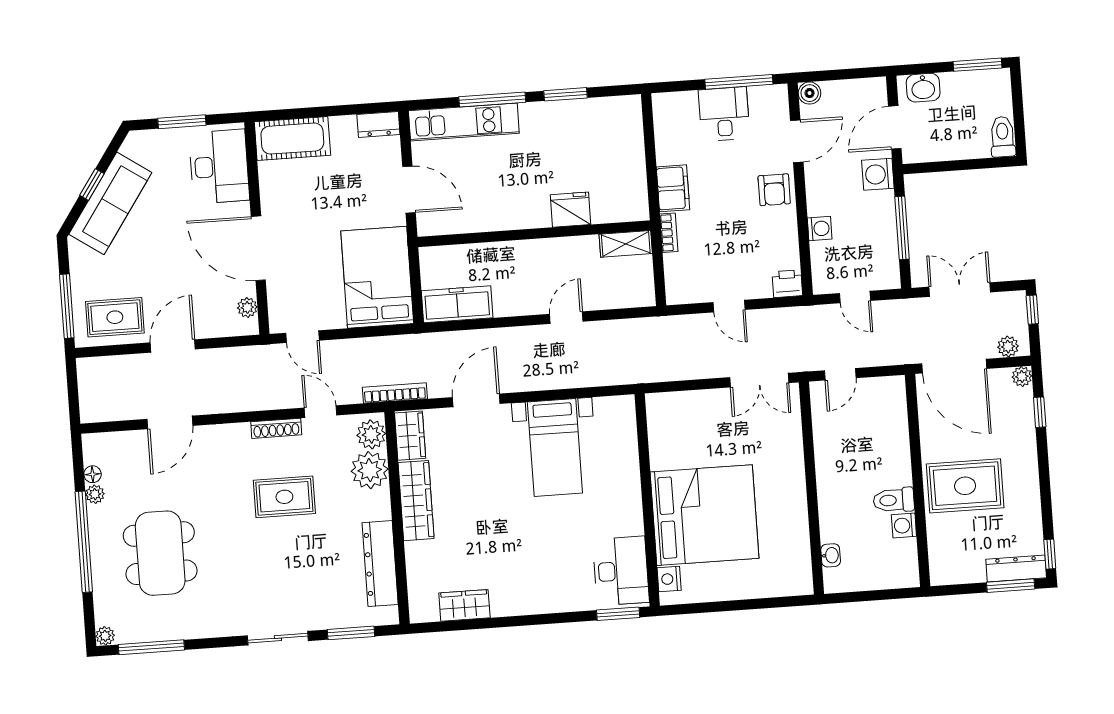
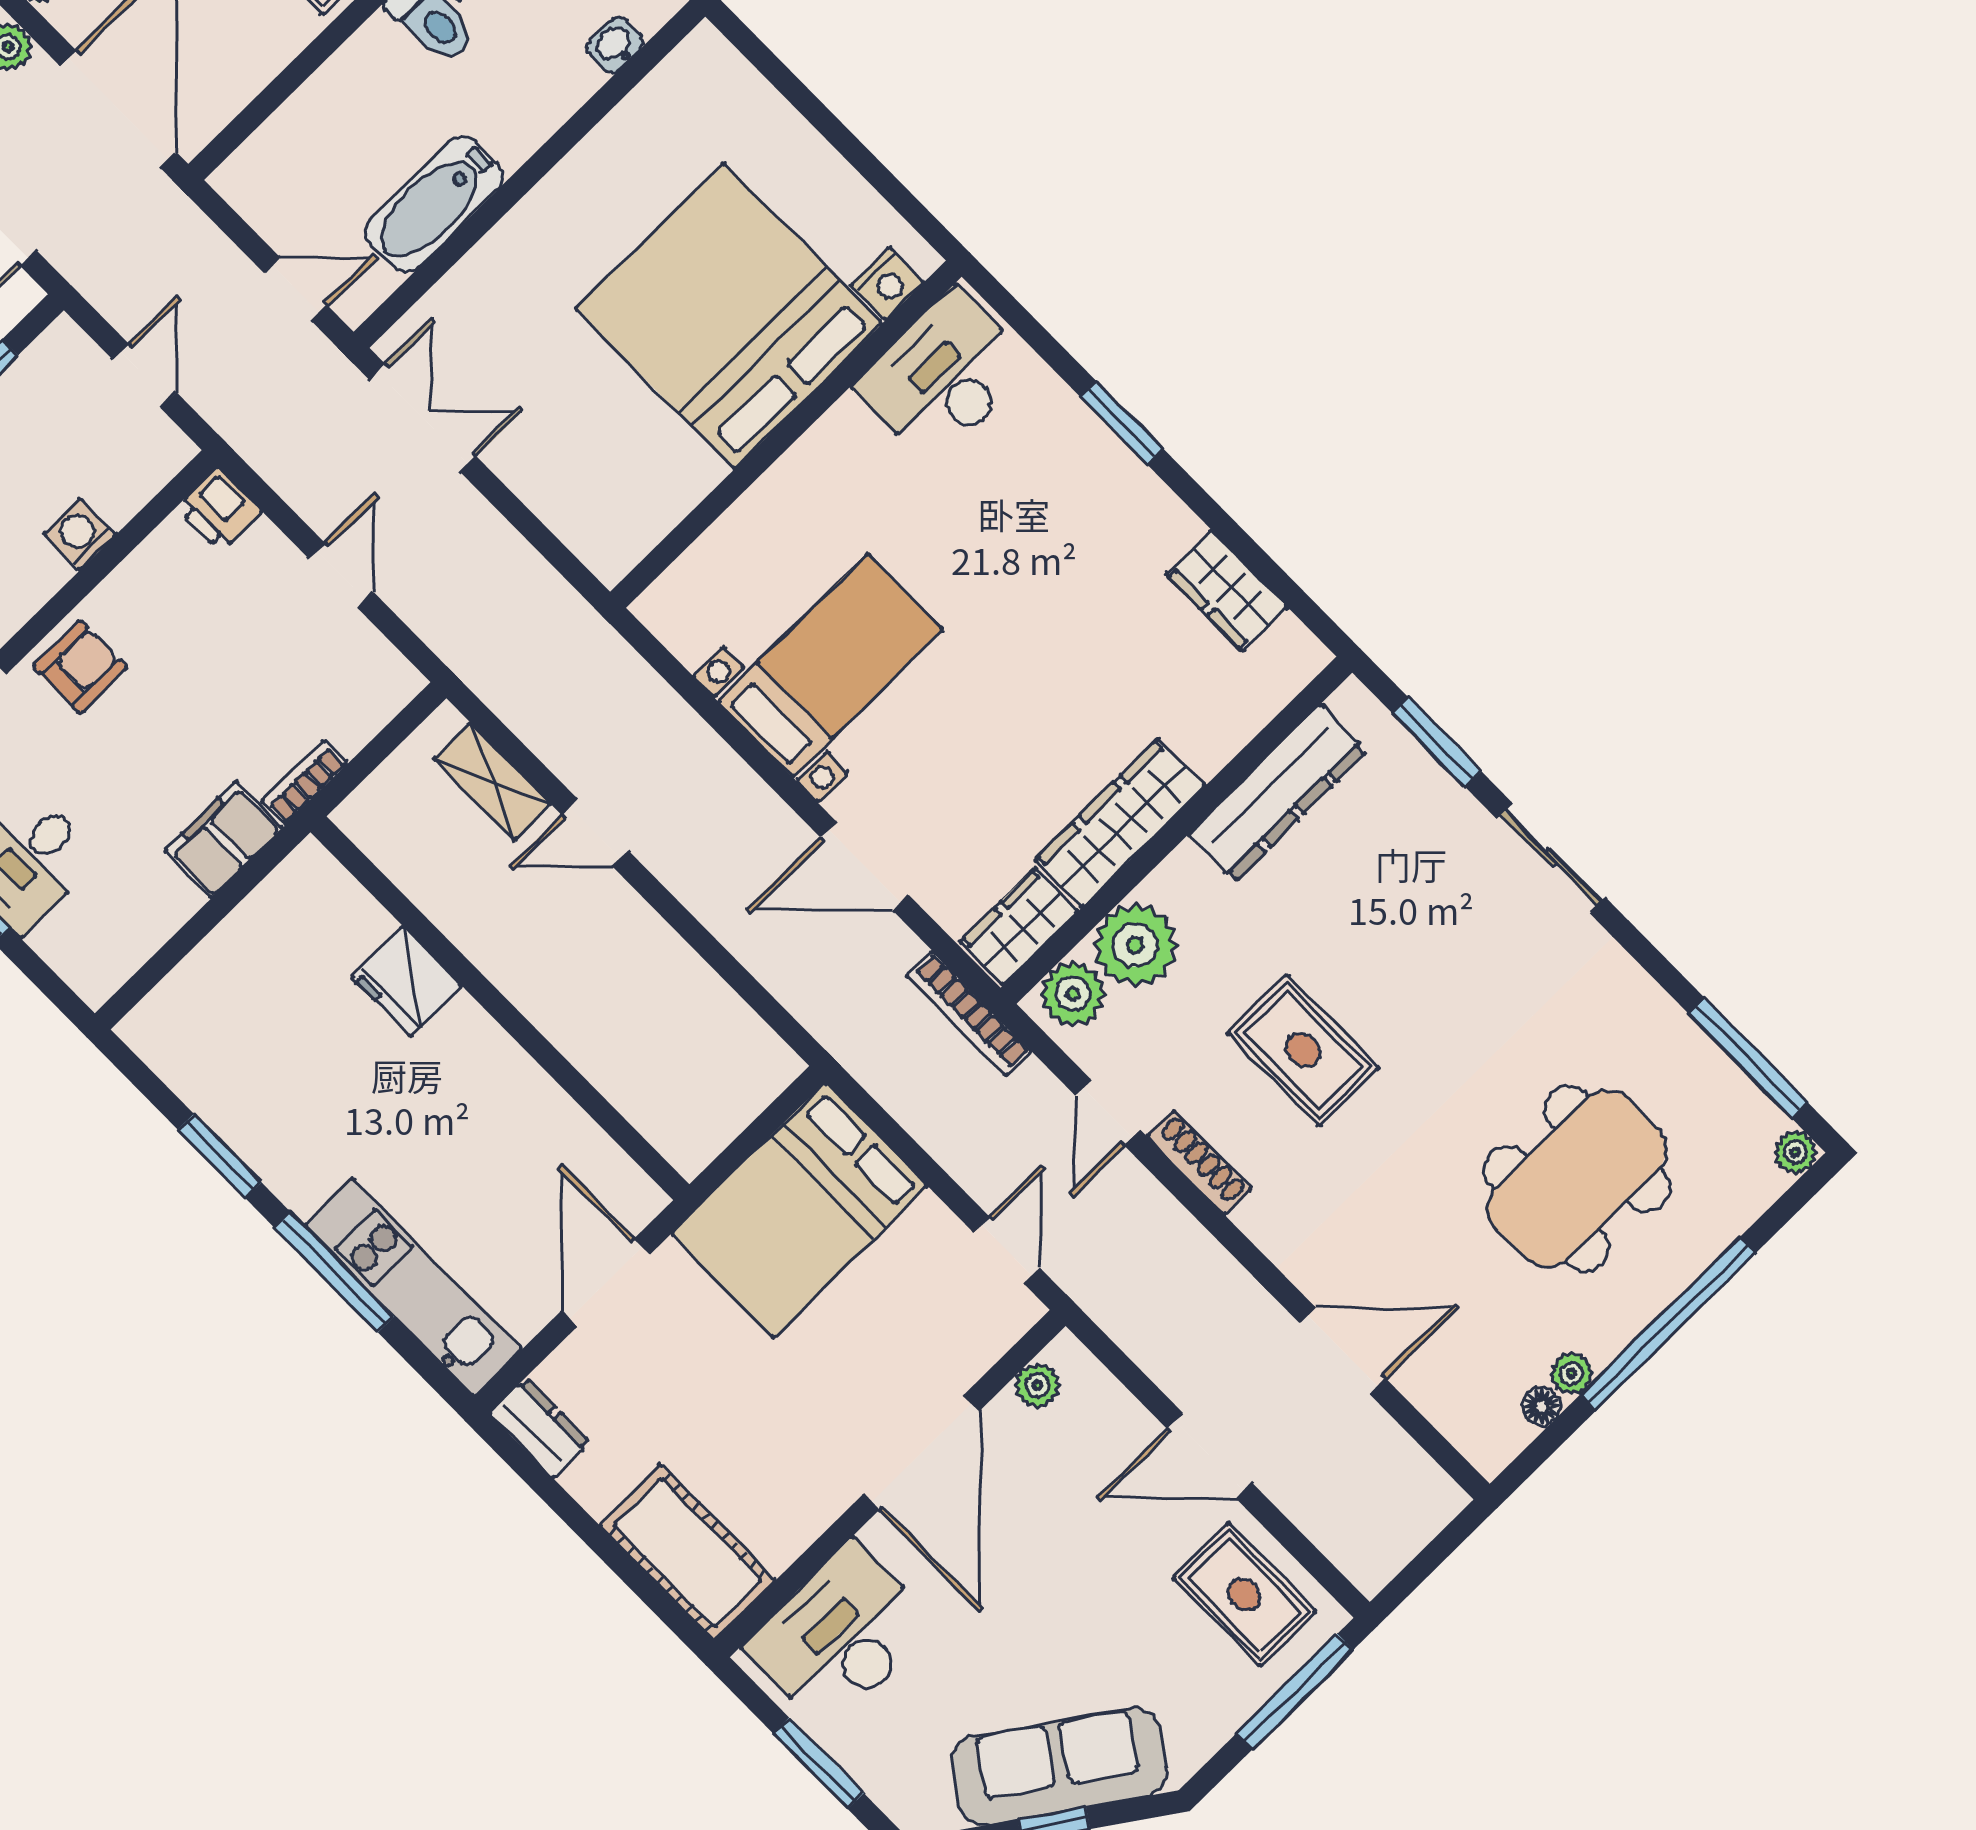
shelving: (626, 244) -> (492, 781), moved
freezer: (457, 304) -> (730, 1036), removed
bathtub: (829, 447) -> (434, 204), added
window: (618, 614) -> (1122, 423), moved

